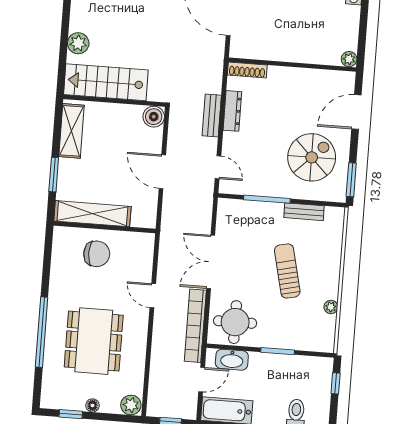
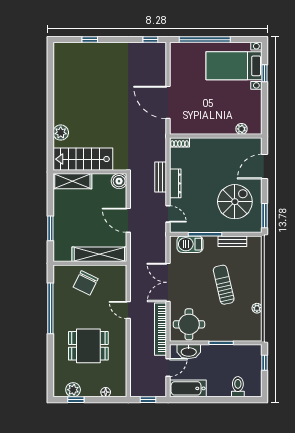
plant: (349, 59) -> (241, 129), moved
shoe rack: (247, 70) -> (179, 142), width x0.70
dresser: (232, 111) -> (175, 183), moved
shelving: (71, 131) -> (72, 181), moved, turned 90
barbecue: (245, 211) -> (190, 244), added
shelving: (92, 214) -> (99, 254), moved
chair: (97, 254) -> (86, 283), turned 116
window: (42, 332) -> (50, 308), moved
dining table: (94, 341) -> (88, 346), width x0.73
floor lamp: (92, 405) -> (106, 392), moved
plant: (131, 405) -> (73, 390), moved

